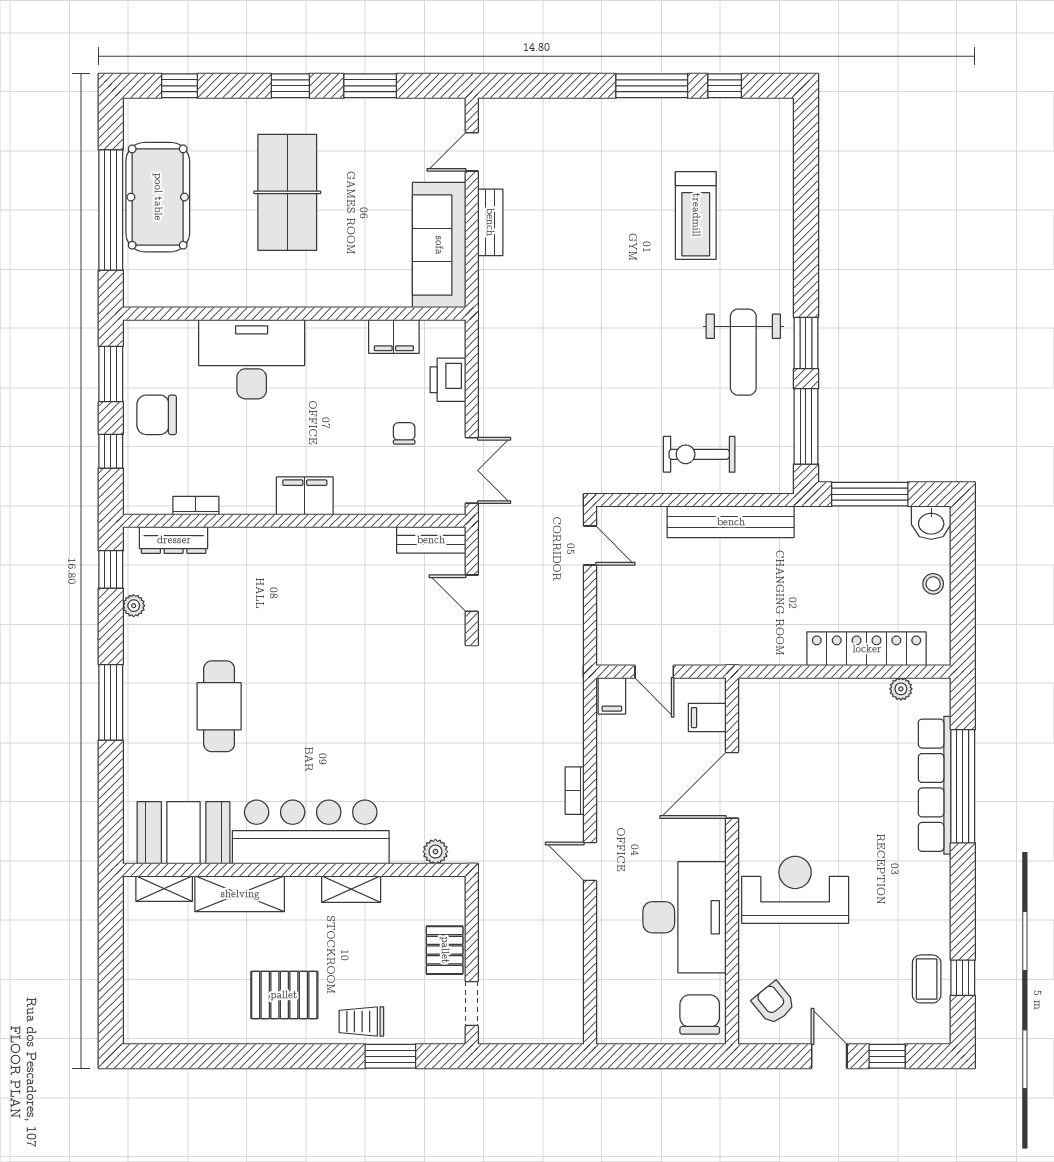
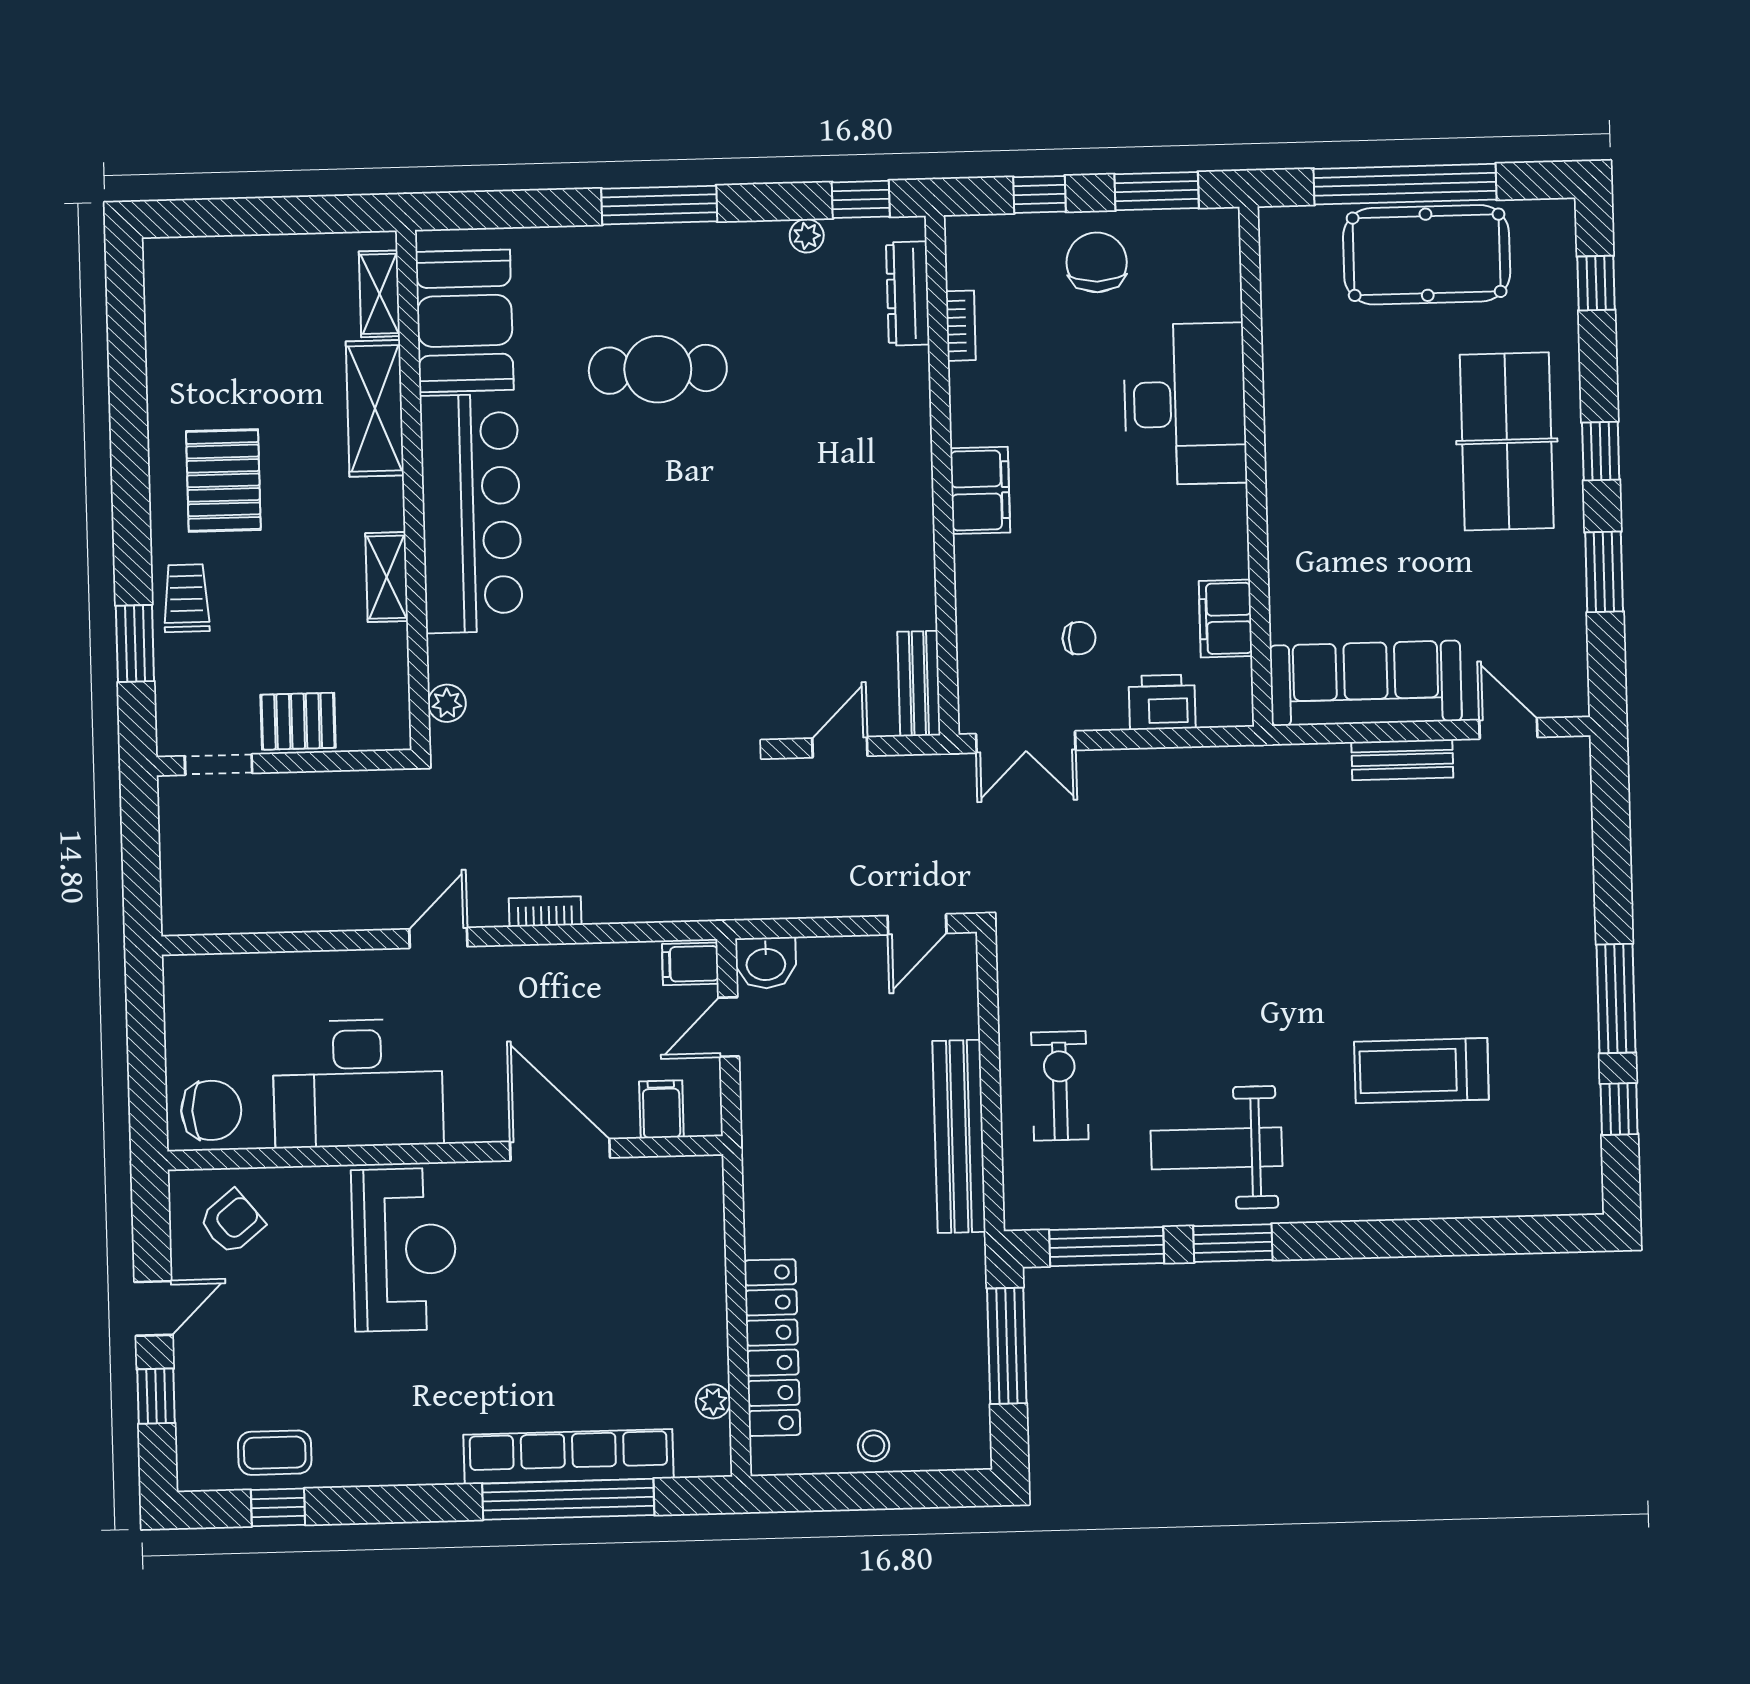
table tennis table: (287, 192) -> (1507, 441), moved, turned 90
washbasin: (931, 523) -> (766, 963), moved, turned -90

